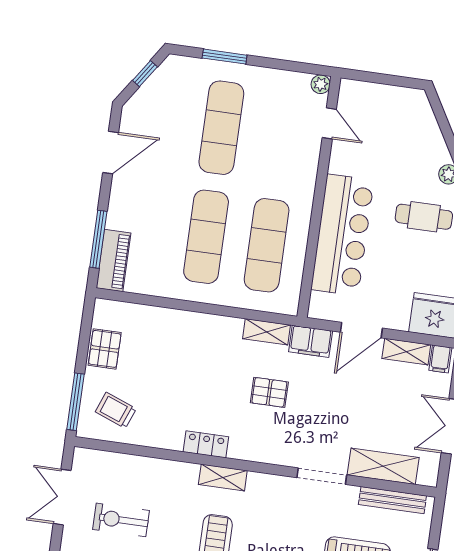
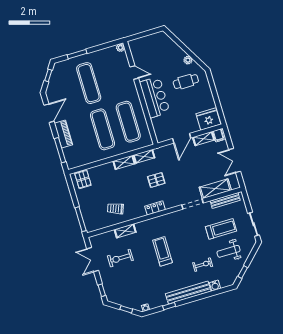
door: (329, 123) -> (134, 72), moved
bar counter: (342, 235) -> (155, 97), width x0.73
piano: (114, 261) -> (63, 134), moved
shelving: (219, 325) -> (124, 162), added
filing cabinet: (311, 341) -> (163, 152), removed
pallet: (105, 349) -> (83, 179), moved
trolley: (116, 410) -> (116, 209), moved
locker: (206, 444) -> (155, 208), moved
shelving: (223, 477) -> (125, 231), moved

